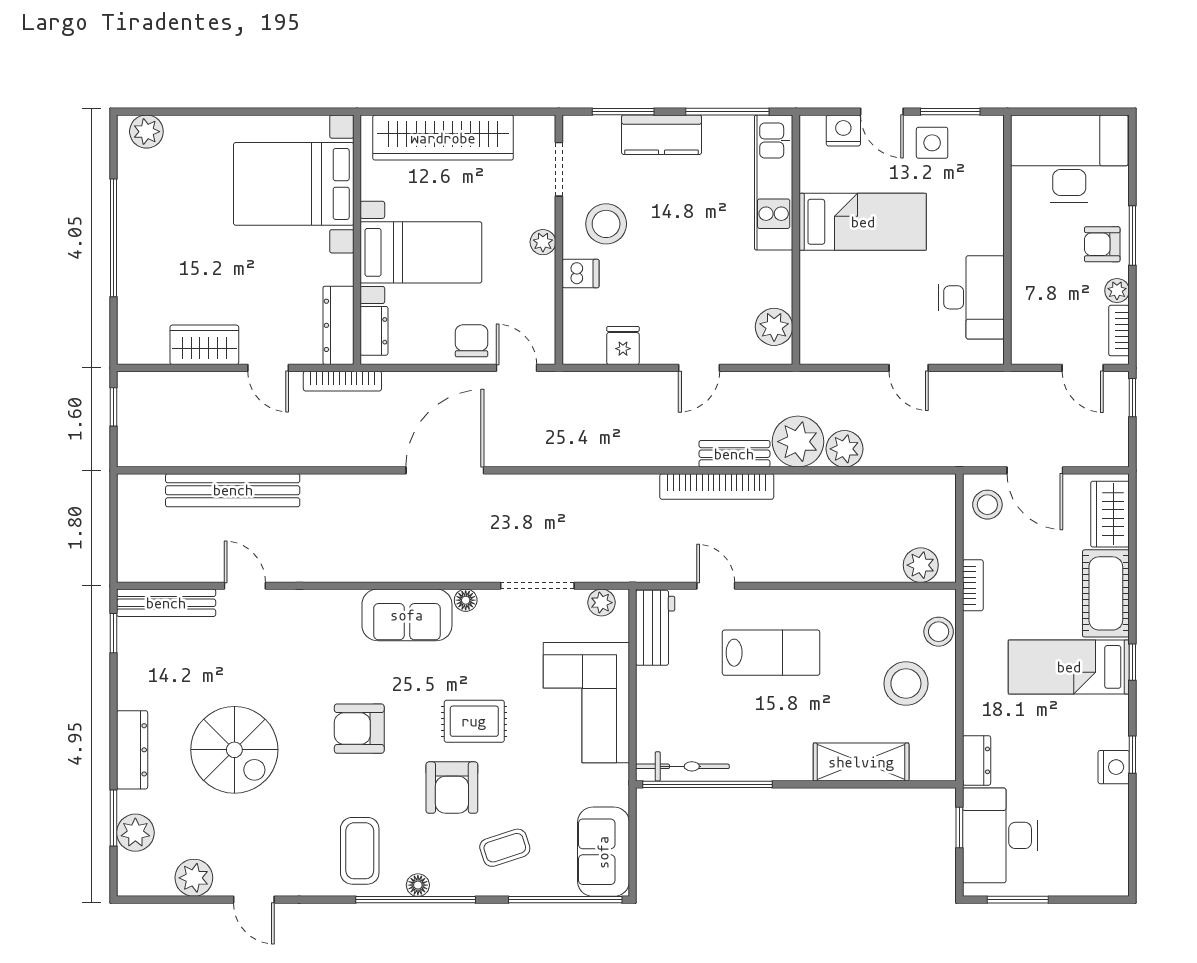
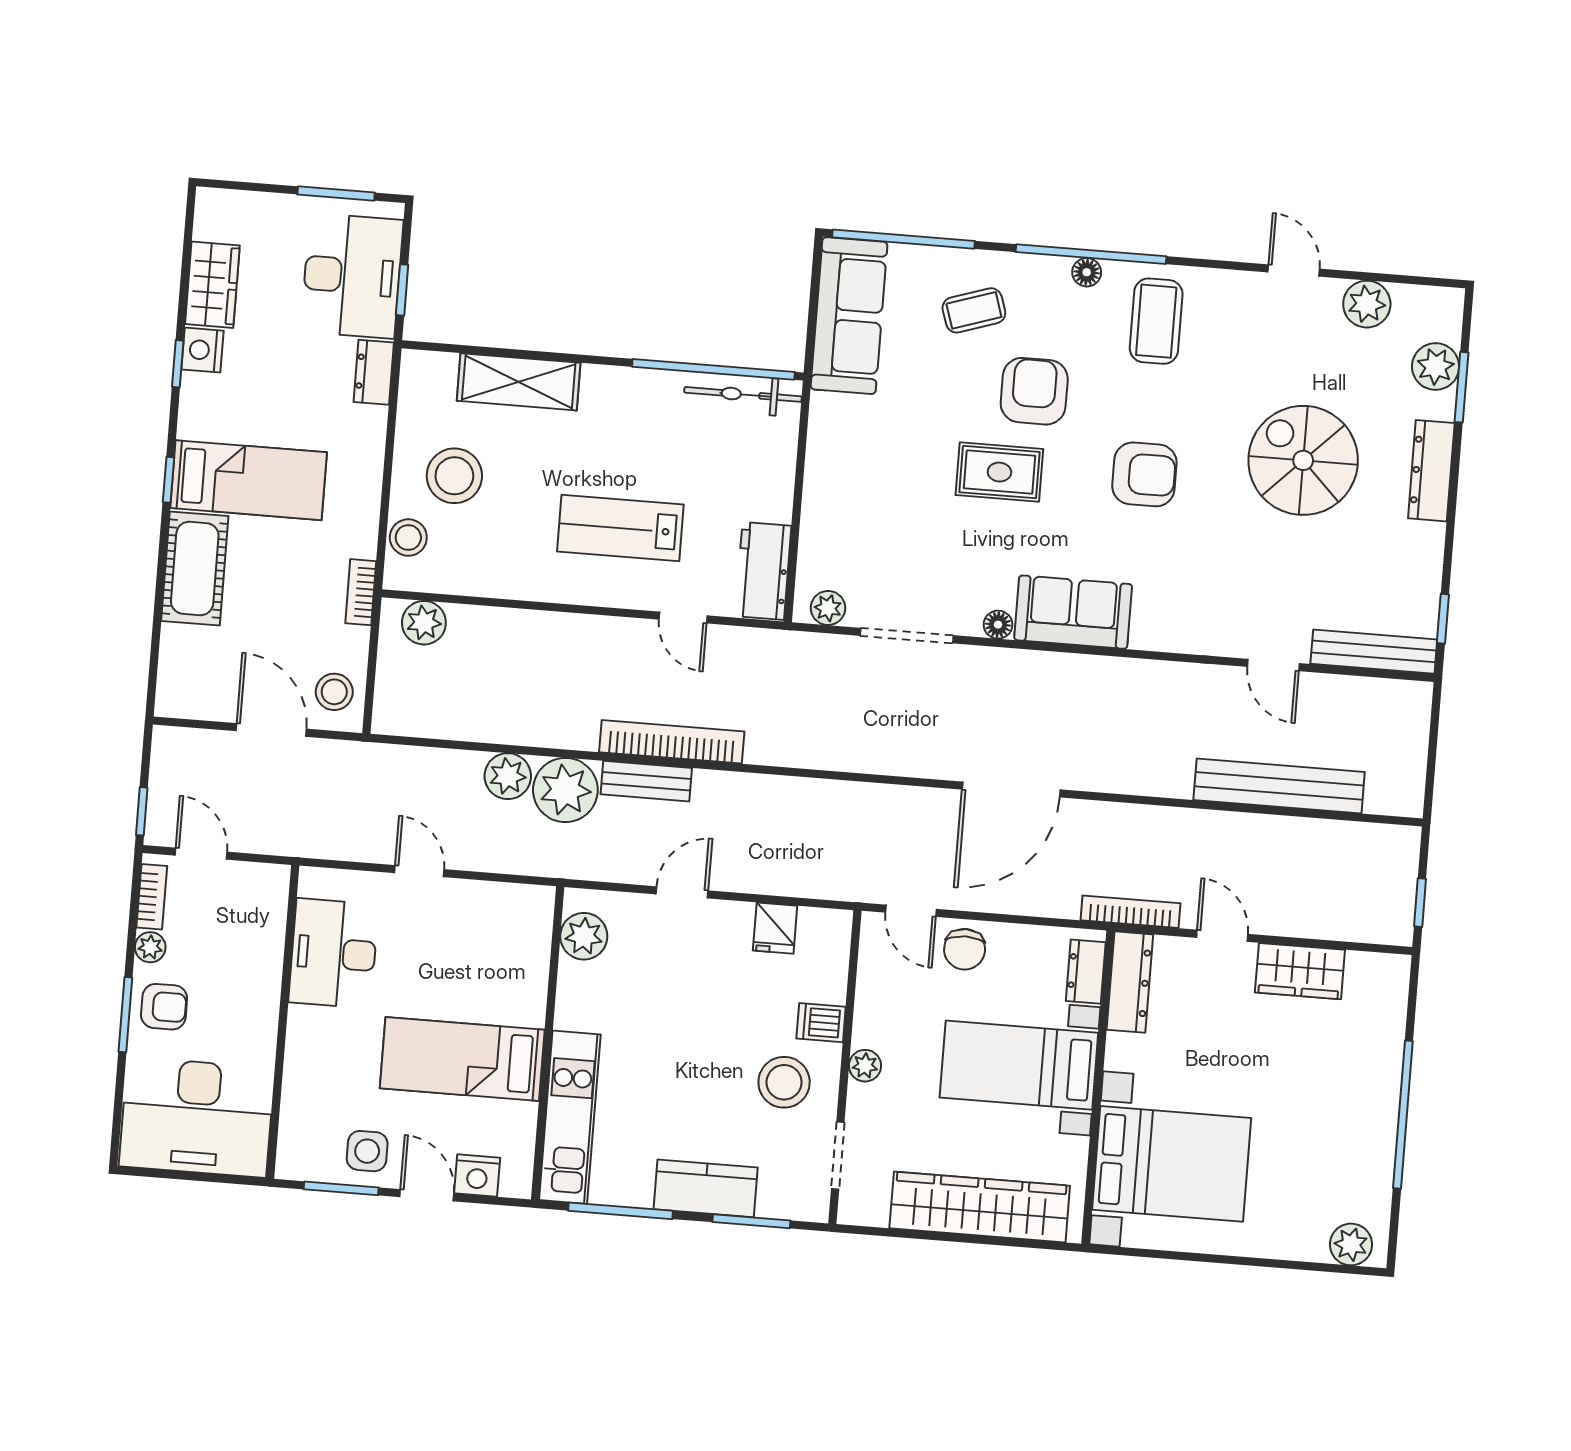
wardrobe: (1110, 514) -> (212, 285), moved
corner sofa: (586, 703) -> (857, 484), removed
sofa: (603, 852) -> (849, 316), width x1.36

